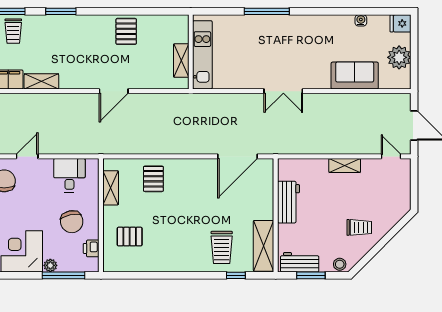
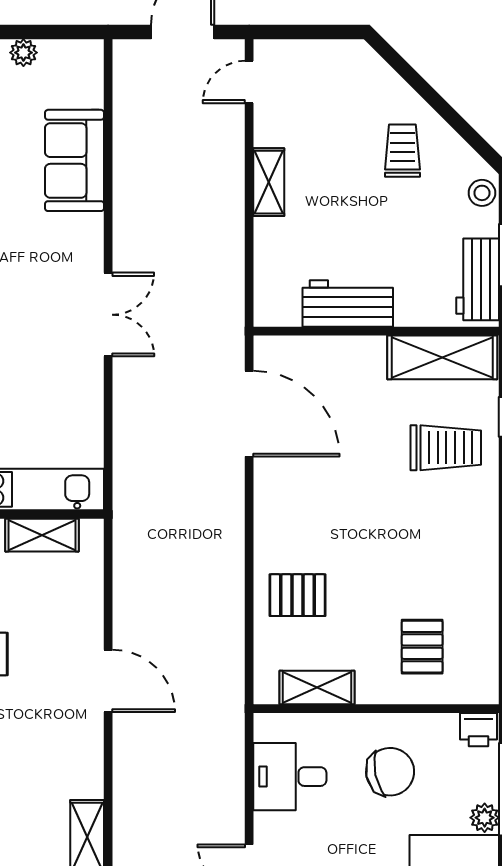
plant: (399, 57) -> (23, 53), width x0.53, depth x0.53
printer: (91, 248) -> (479, 730), moved

